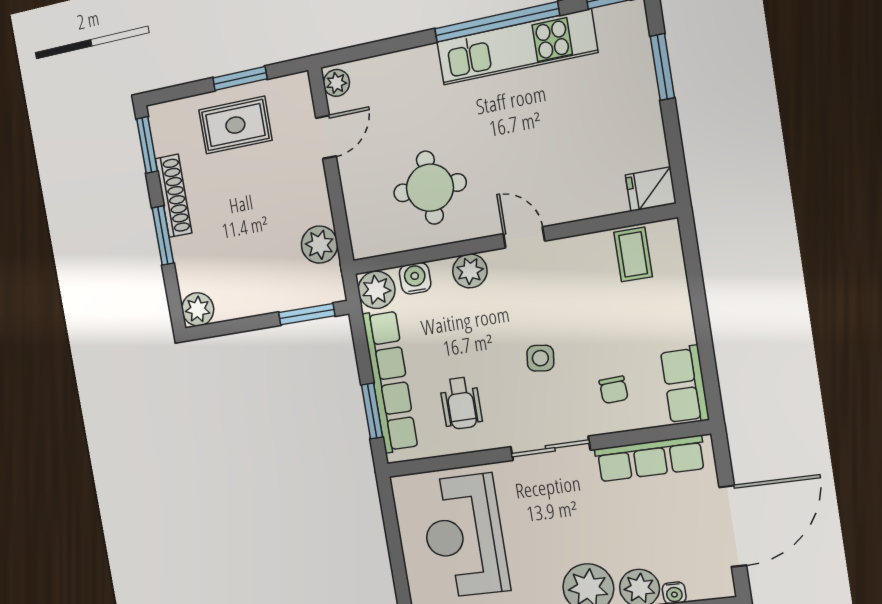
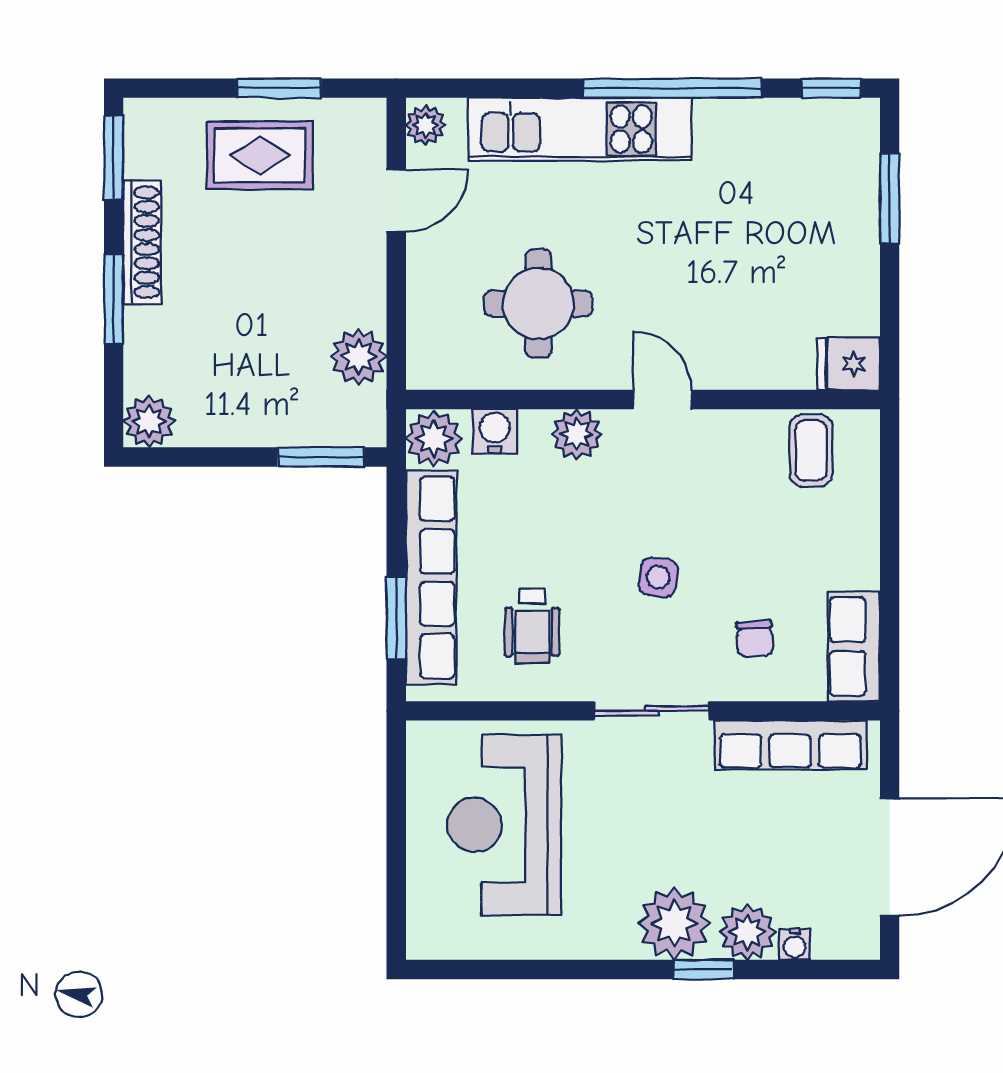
kitchen unit: (517, 47) -> (580, 129), moved

